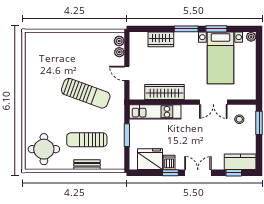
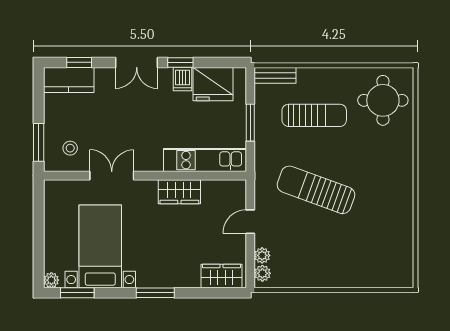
window: (216, 29) -> (77, 293), moved
wardrobe: (161, 39) -> (221, 276), moved
door: (127, 73) -> (250, 222), swing flipped
wardrobe: (165, 92) -> (179, 192), width x0.67
bench: (87, 165) -> (275, 75), moved

